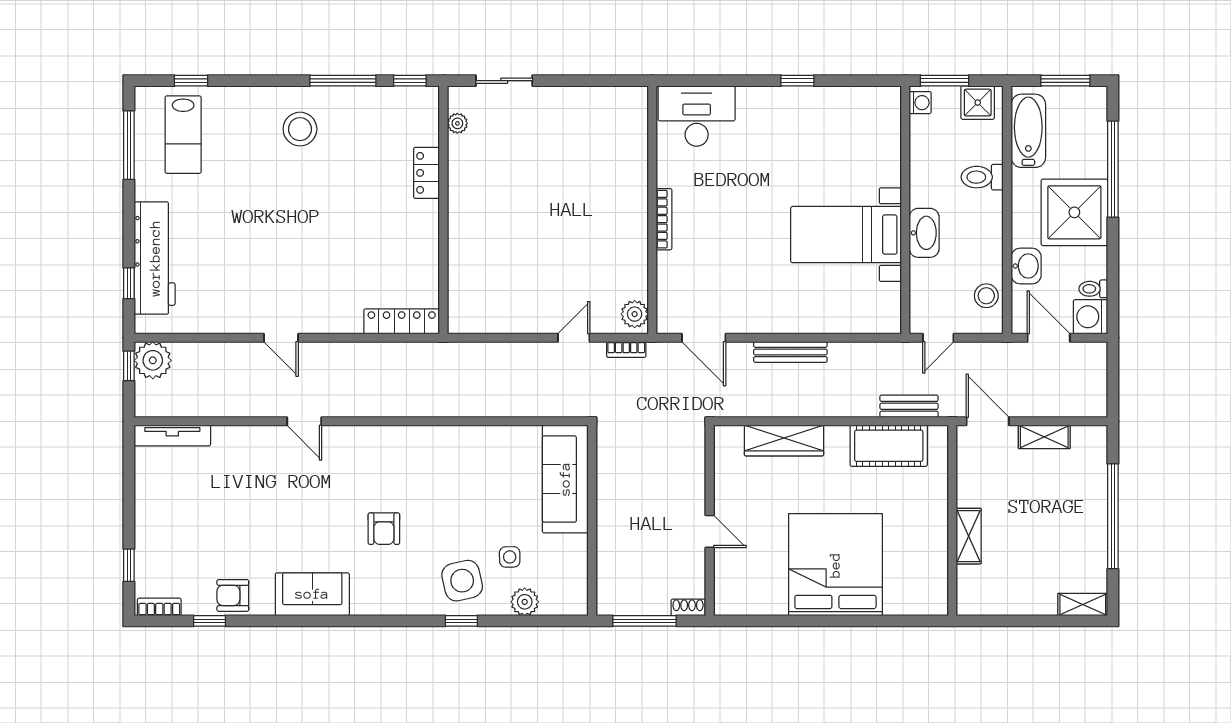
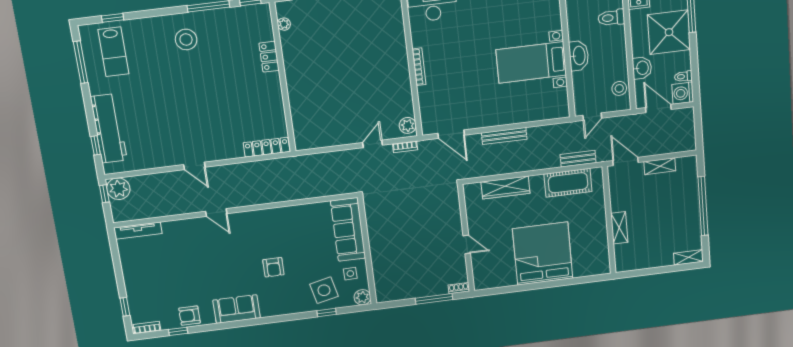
sofa: (565, 479) -> (348, 229), moved
wall: (592, 520) -> (367, 251), moved

